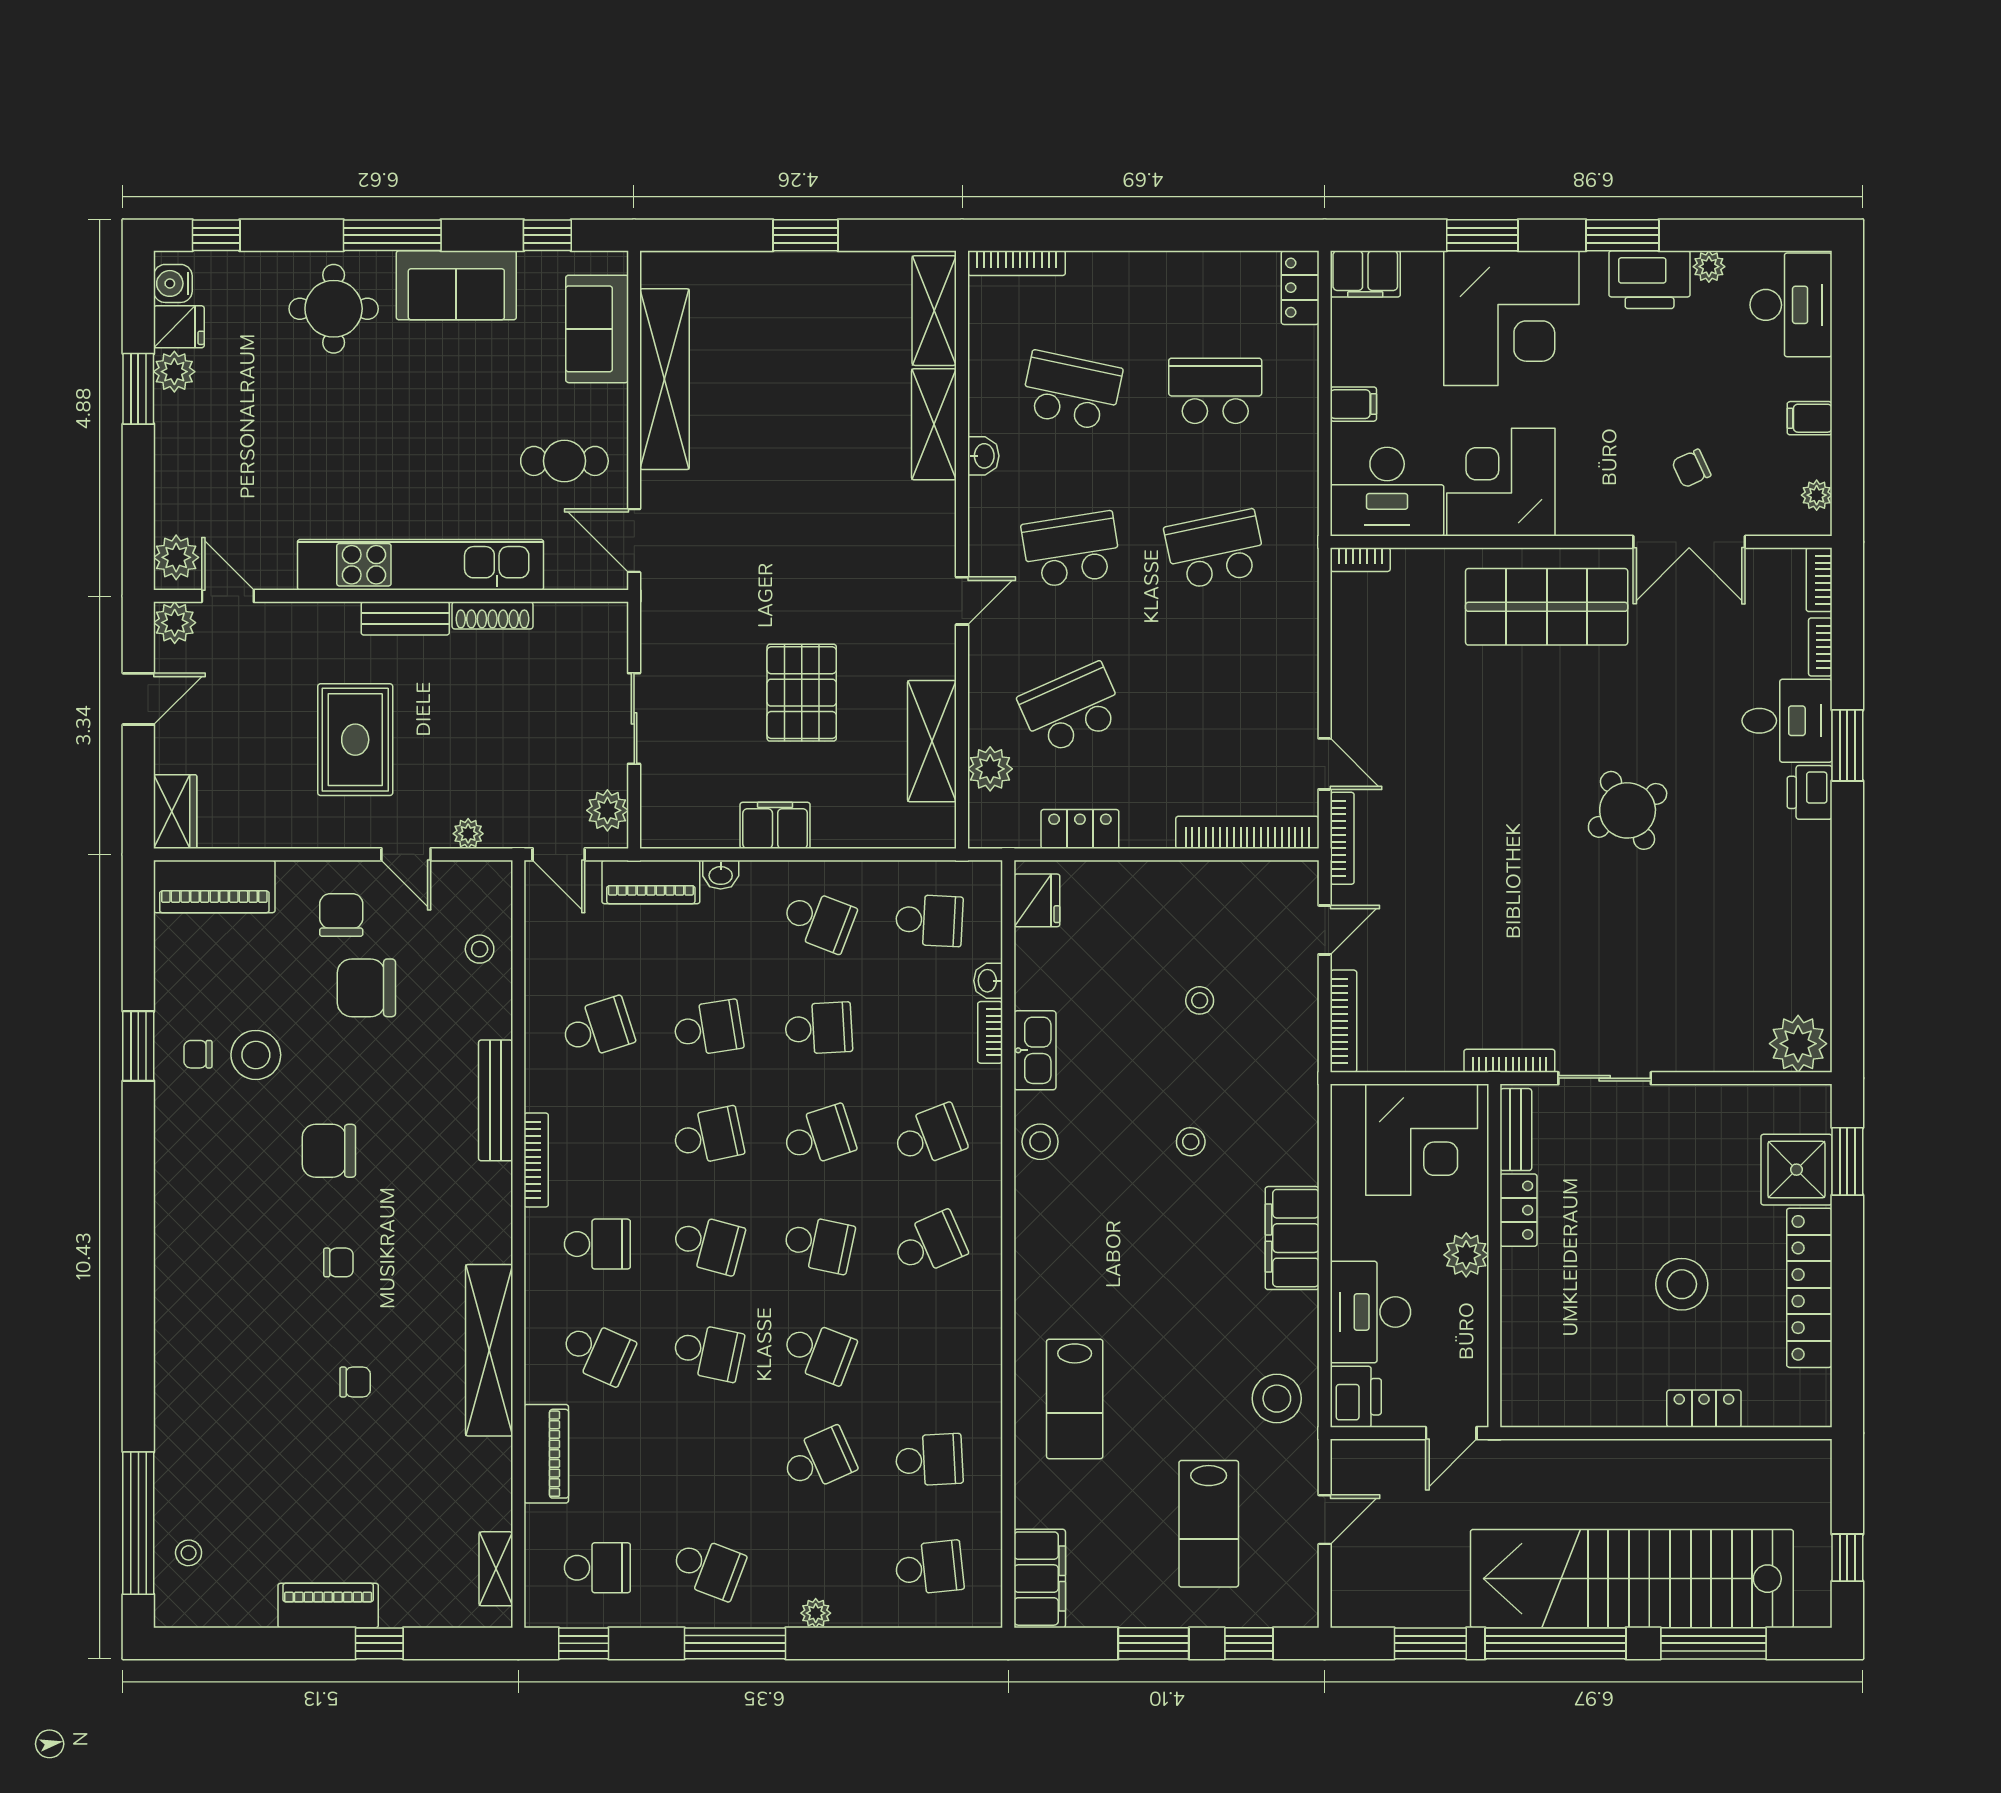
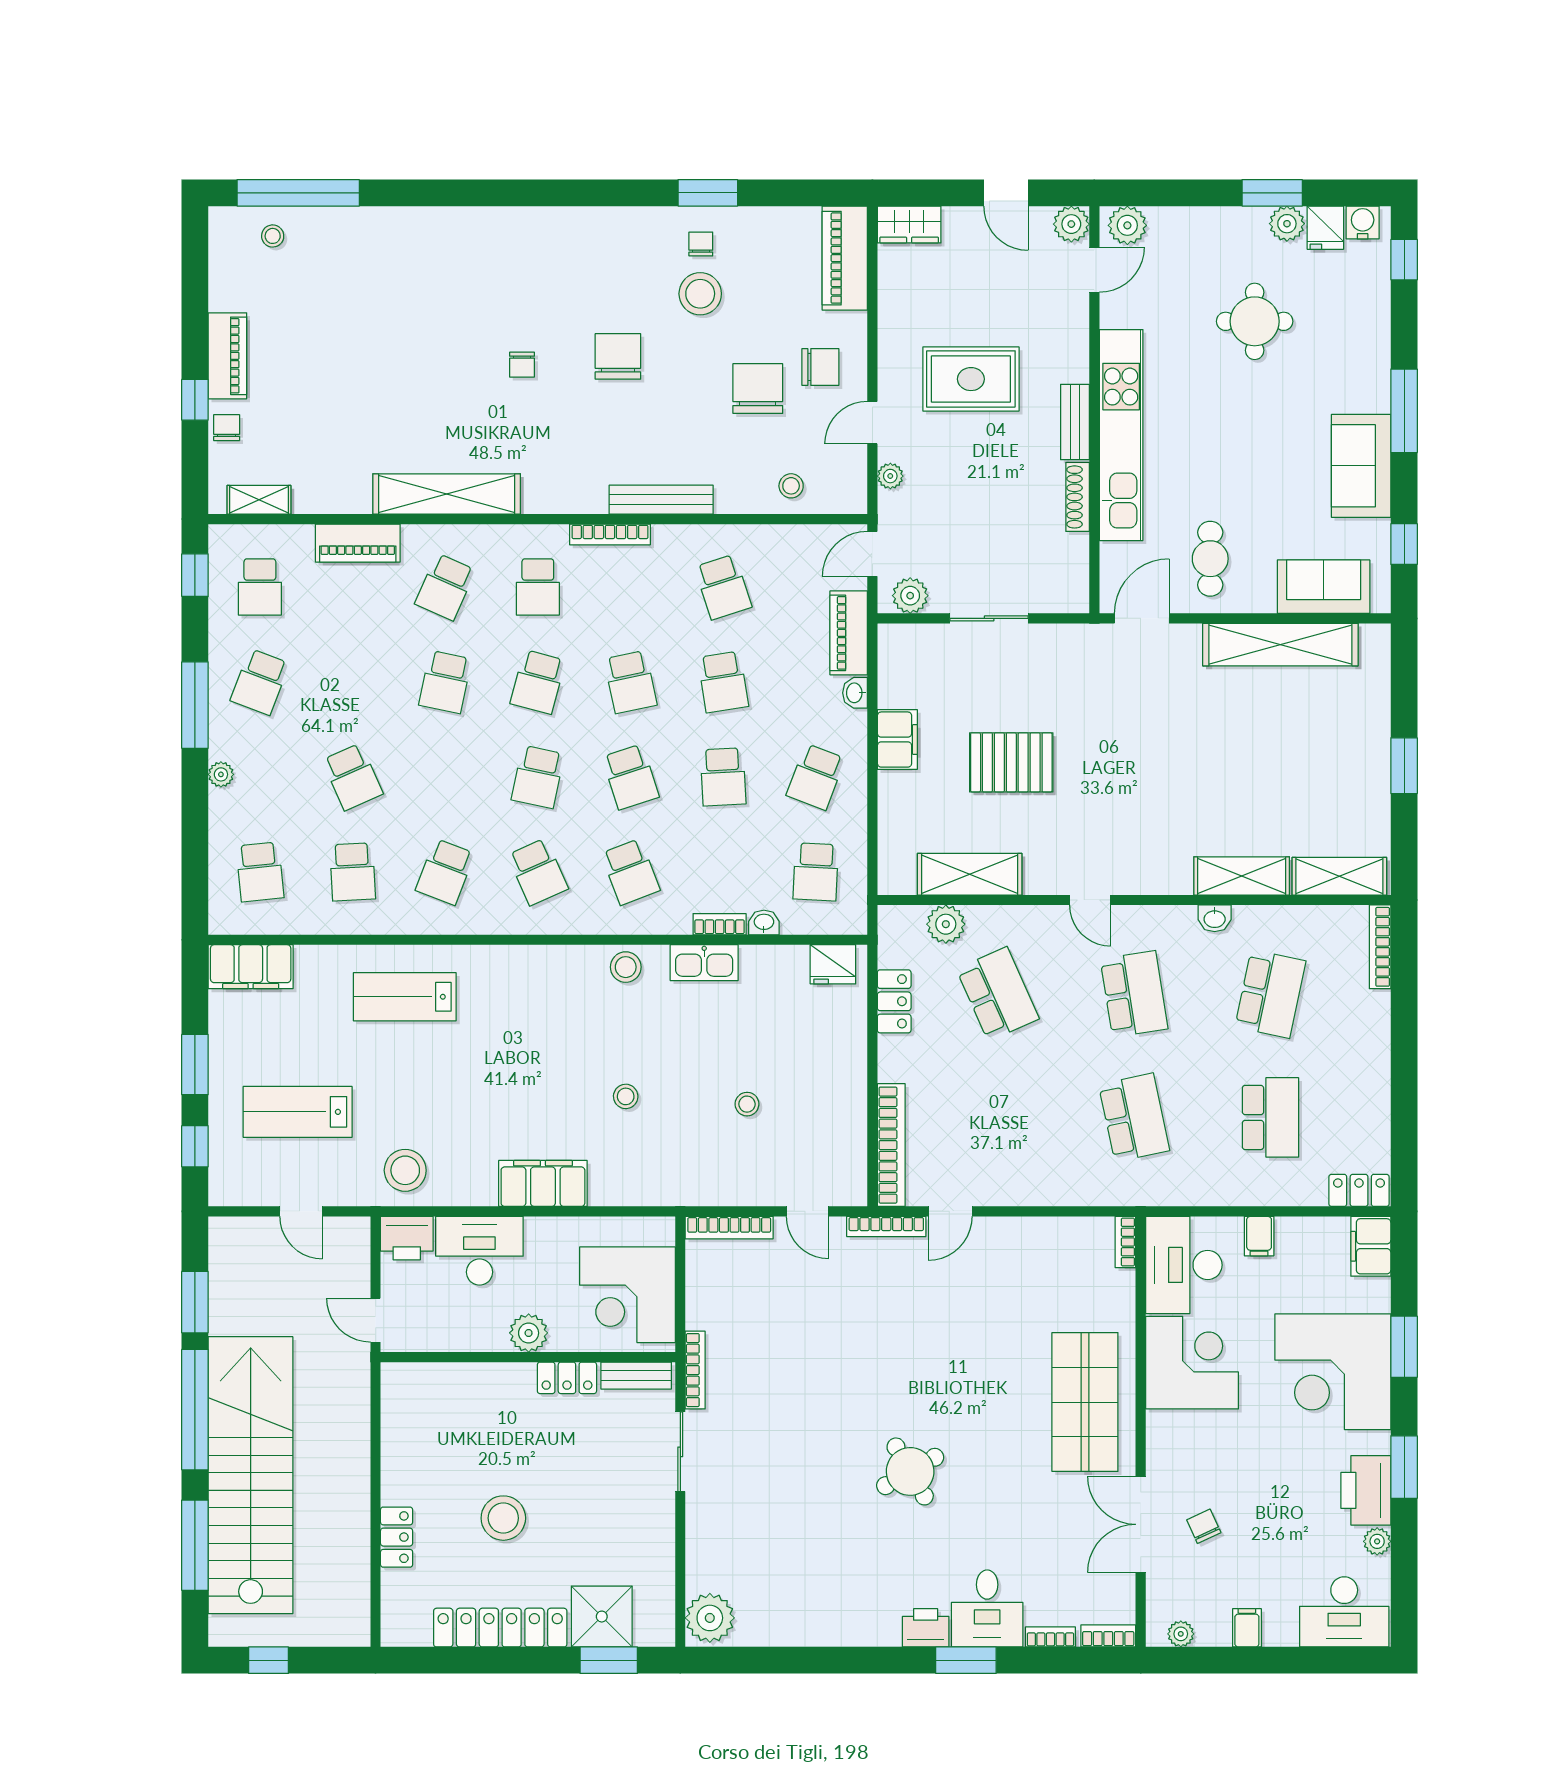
round table: (334, 309) -> (1255, 321), moved
school desk: (819, 1352) -> (445, 872), moved
chair: (355, 1382) -> (227, 428), moved, turned 180

